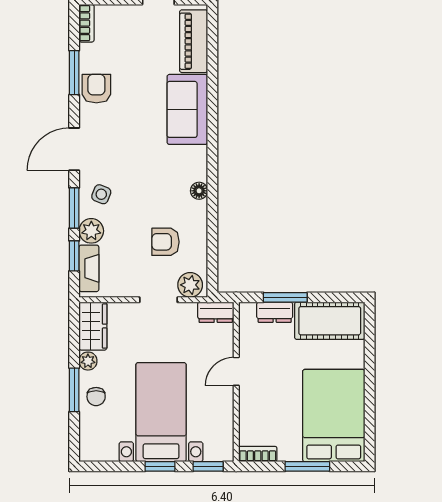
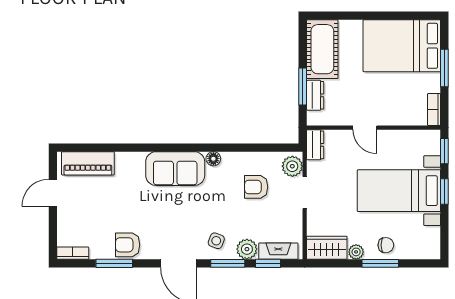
sofa: (187, 109) -> (175, 169), moved
armchair: (165, 242) -> (256, 187), turned 90

